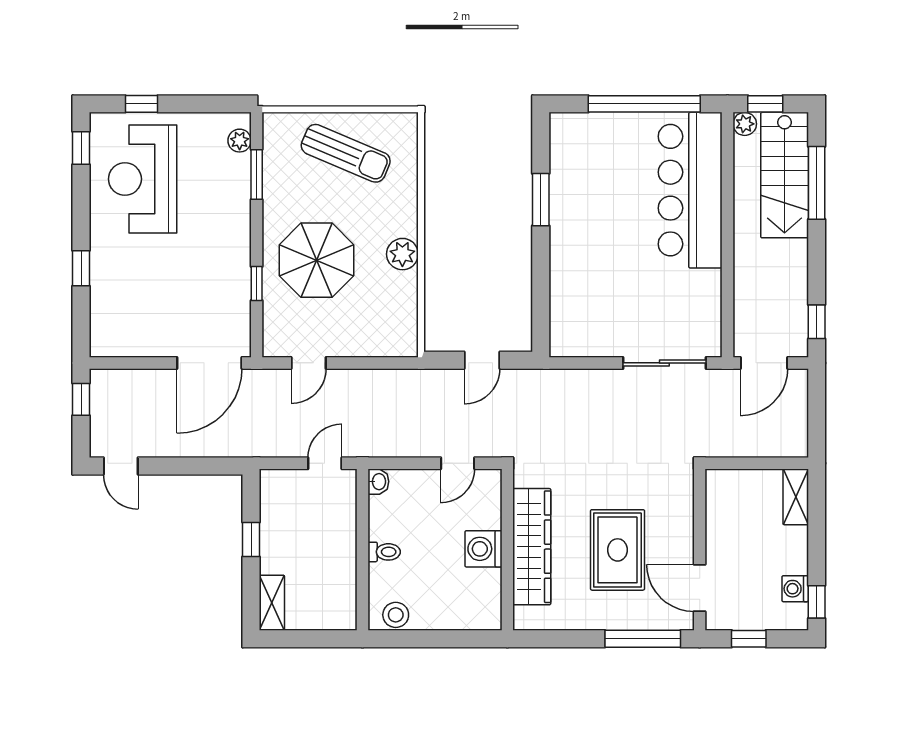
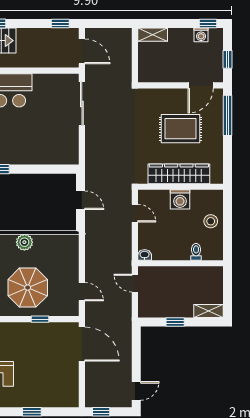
toilet: (384, 552) -> (196, 252), moved
stool: (396, 615) -> (211, 221), moved

